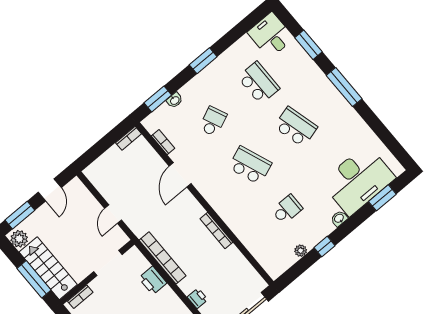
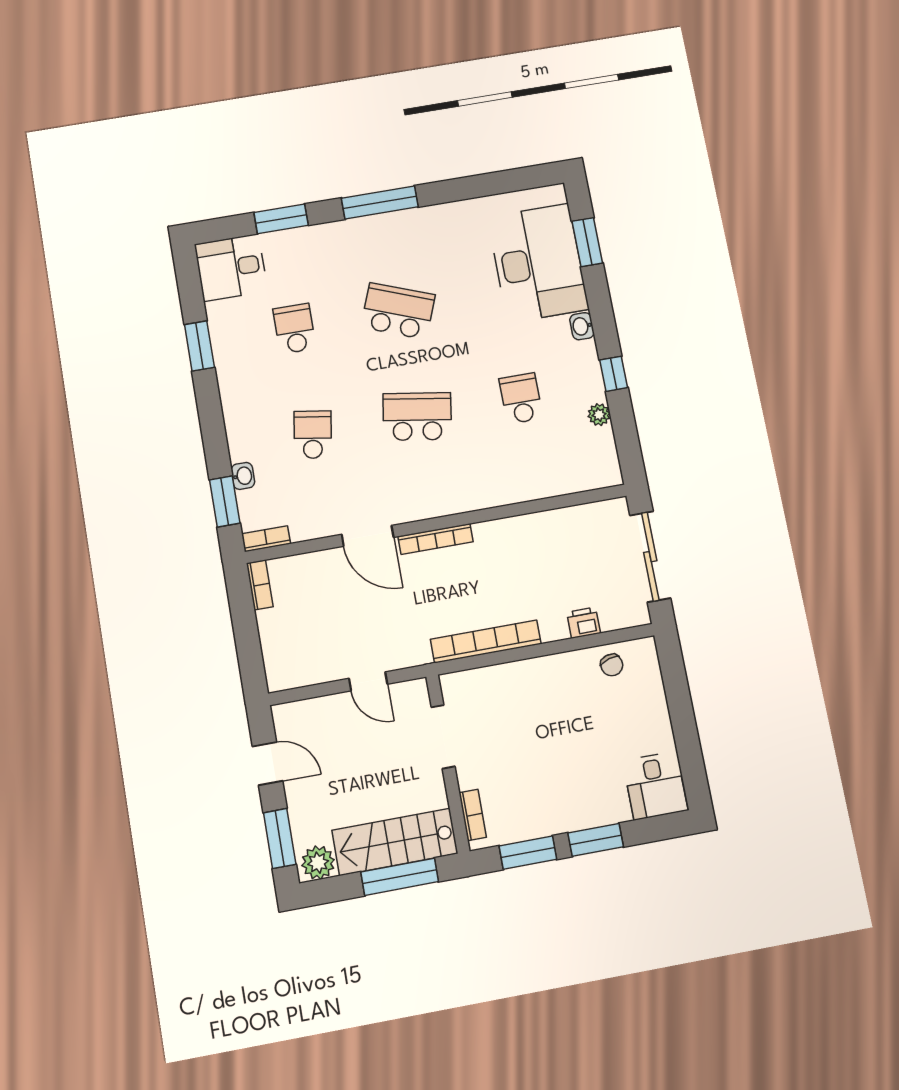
window: (203, 61) -> (199, 346), moved
school desk: (259, 83) -> (295, 329), width x0.54
school desk: (213, 121) -> (313, 435), turned 33
school desk: (296, 127) -> (398, 311), turned 36
bookcase: (163, 142) -> (266, 539), moved
school desk: (250, 165) -> (417, 417), turned 30
bookcase: (216, 231) -> (436, 539), moved
printer: (153, 280) -> (513, 679), removed

